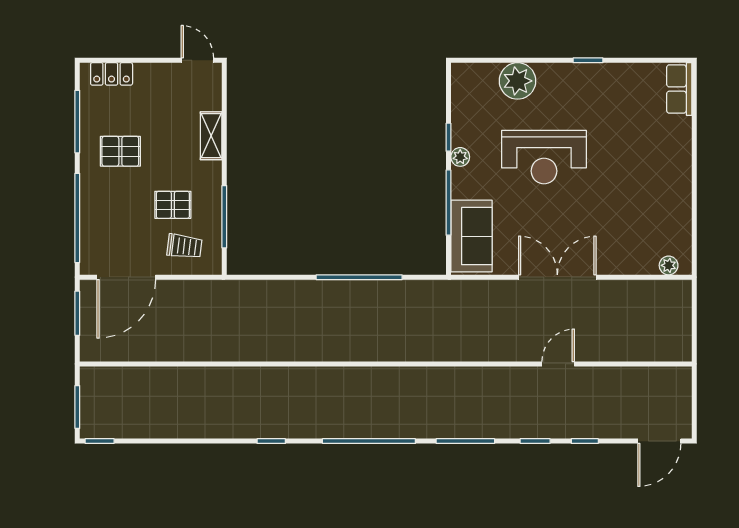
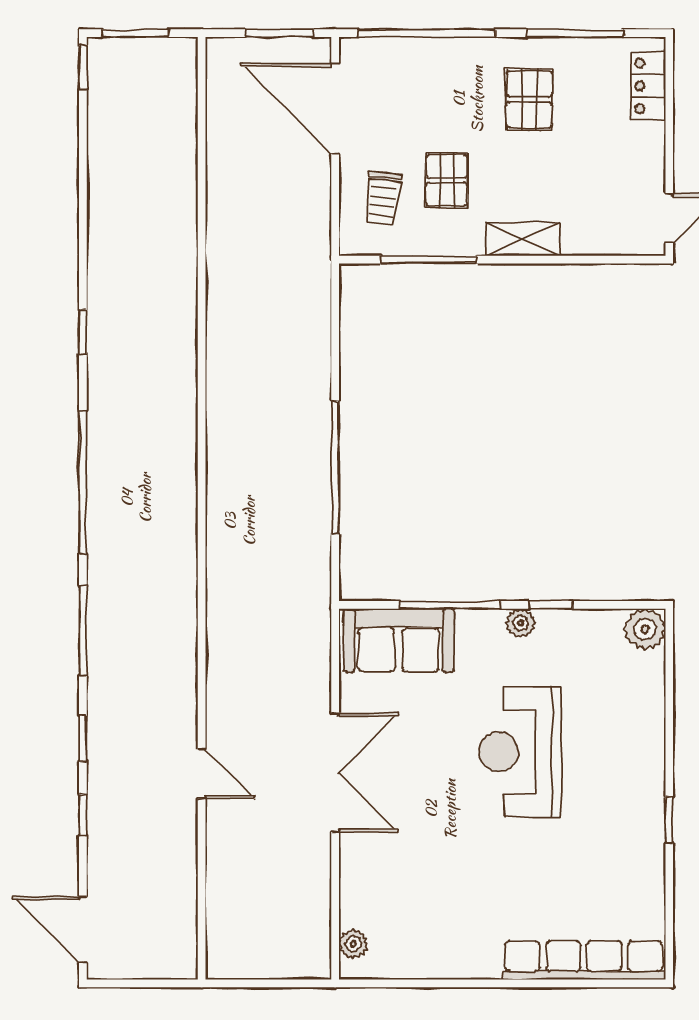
plant: (518, 81) -> (645, 629), moved, width x0.73, depth x0.73
row of seats: (679, 89) -> (584, 960), width x2.02
shelving: (211, 136) -> (523, 239), moved

